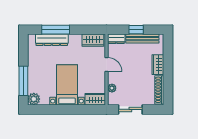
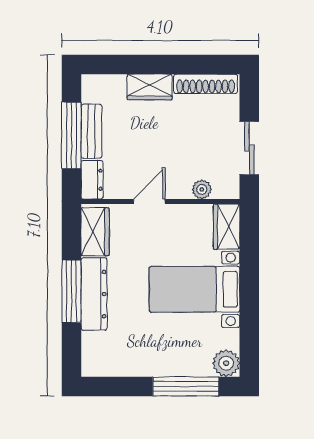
window: (56, 30) -> (71, 291), moved
window: (136, 30) -> (71, 135), width x2.17
bench: (142, 39) -> (91, 131), width x0.73
dresser: (52, 40) -> (94, 294), moved

